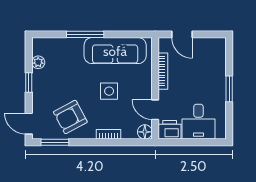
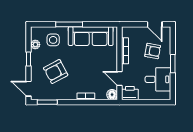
door: (182, 34) -> (155, 24), moved
armchair: (201, 71) -> (153, 51), added
side table: (109, 91) -> (53, 40), moved
armchair: (70, 117) -> (56, 72), moved
desk: (198, 122) -> (158, 79), moved, turned -90

